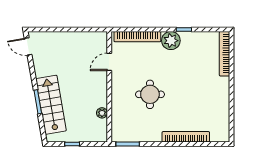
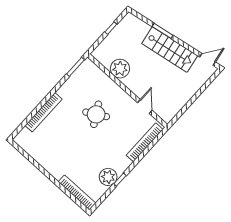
plant: (171, 41) -> (108, 177), moved
round table: (150, 94) -> (96, 114), turned -30
stairs: (51, 105) -> (170, 50), moved
plant: (102, 113) -> (120, 69), width x1.88, depth x1.88

